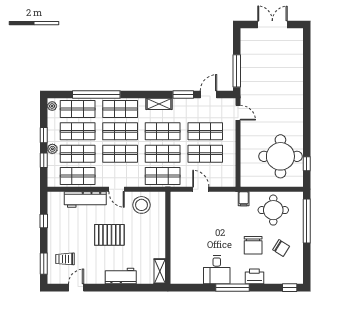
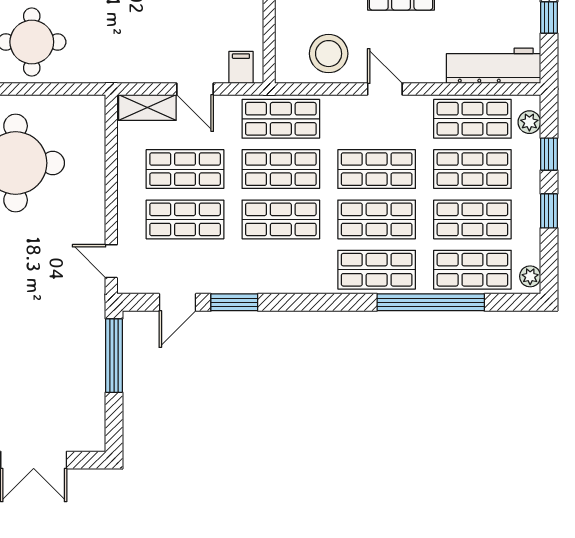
shelving: (159, 104) -> (147, 107), moved
plant: (52, 149) -> (529, 122), moved
filing cabinet: (244, 199) -> (241, 67), moved
workbench: (85, 200) -> (493, 66), moved

